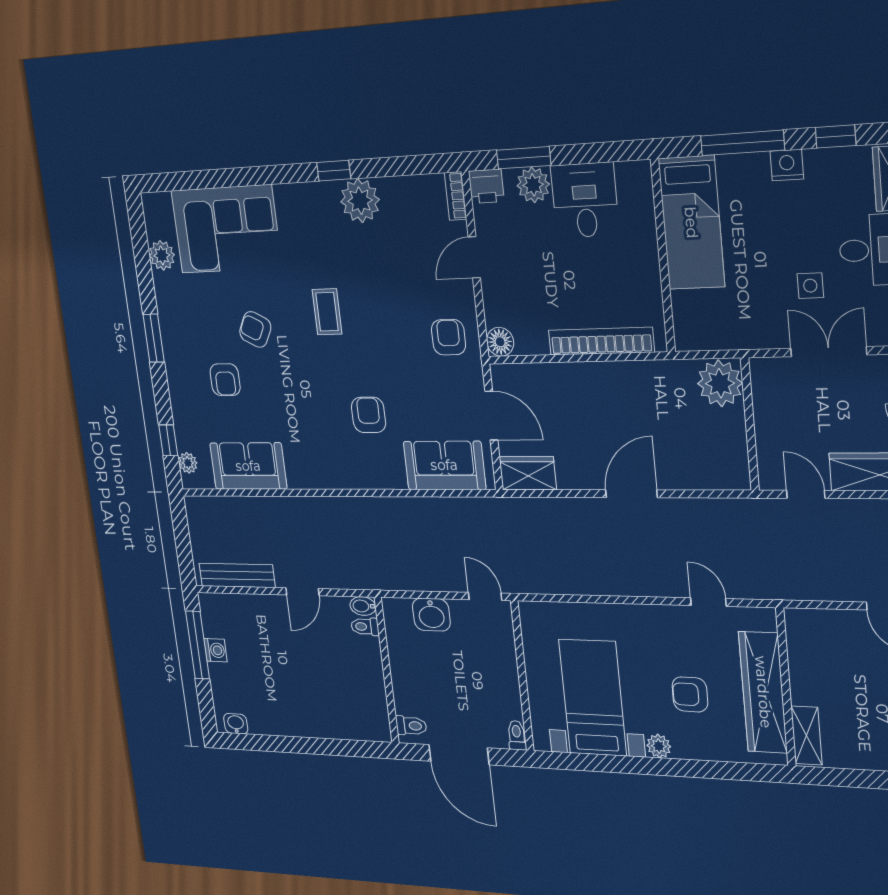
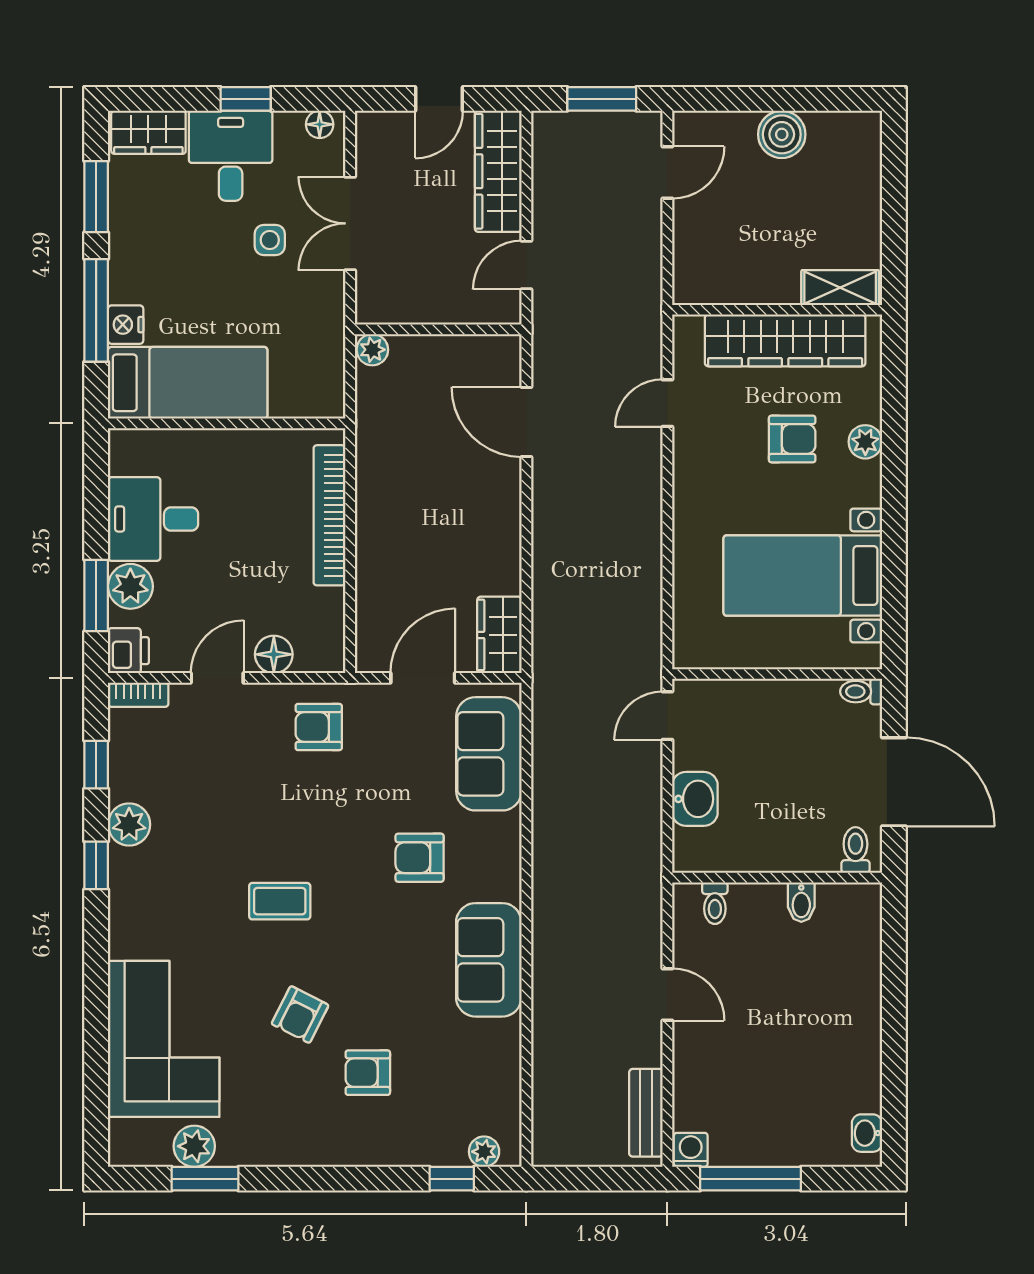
window: (836, 137) -> (96, 197), width x1.50
nightstand: (787, 165) -> (126, 325), moved
window: (403, 166) -> (96, 765), added
plant: (360, 201) -> (129, 824), width x0.73, depth x0.73
door: (474, 257) -> (217, 678), swing flipped
window: (154, 338) -> (205, 1179), moved
floor lamp: (500, 342) -> (274, 654), moved
armchair: (225, 380) -> (368, 1073), turned 180
plant: (720, 383) -> (372, 350), width x0.53, depth x0.53
sofa: (248, 466) -> (489, 960), moved
door: (631, 494) -> (526, 422), moved
bench: (237, 575) -> (646, 1113), width x0.73
bidet: (363, 606) -> (801, 902), moved
washing machine: (215, 650) -> (691, 1150), moved
armchair: (690, 694) -> (792, 439), turned -91
plant: (659, 746) -> (865, 442), moved
door: (459, 755) -> (894, 782), hinge flipped

